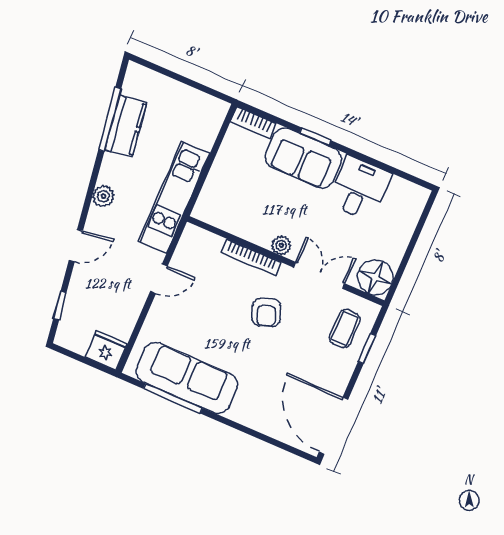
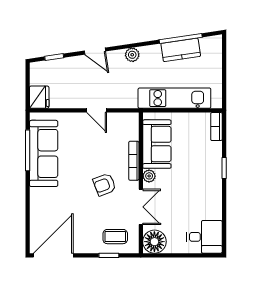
sofa: (303, 158) -> (157, 144), moved, turned 180
desk: (359, 188) -> (204, 237), moved
kitchen unit: (174, 197) -> (174, 98), moved

